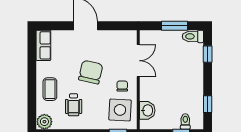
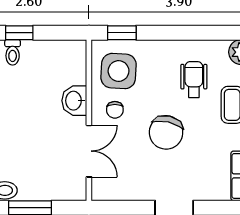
double door: (138, 61) -> (89, 151), swing flipped
washbasin: (147, 110) -> (74, 101), moved

